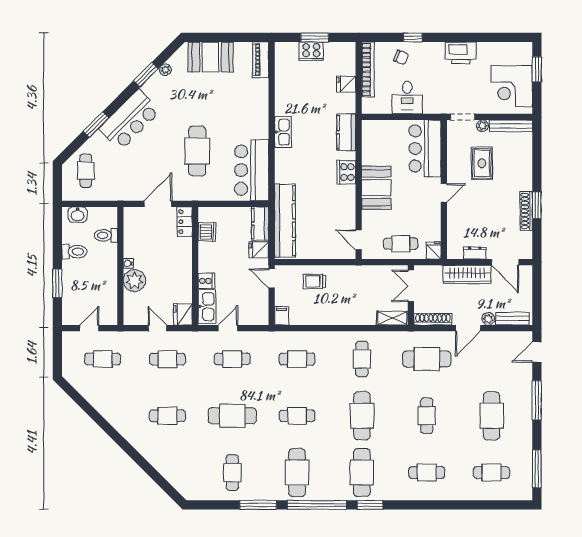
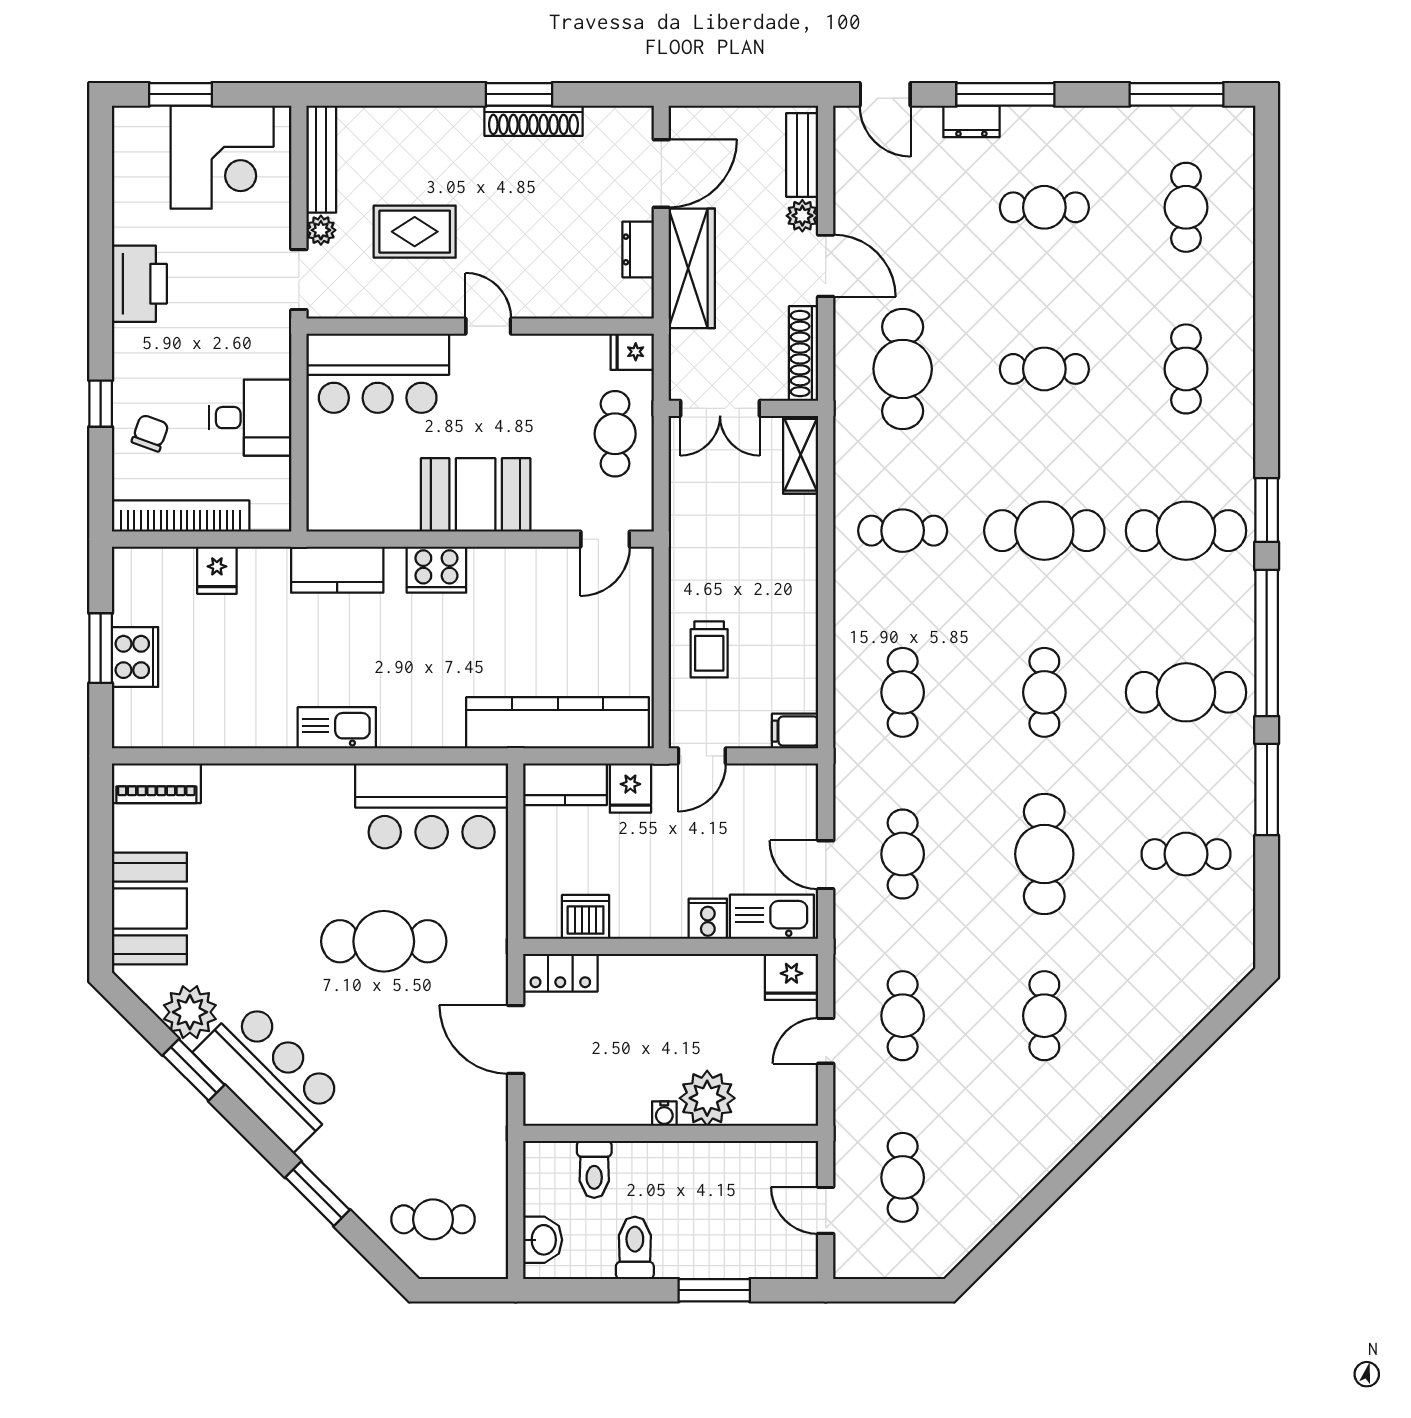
plant: (165, 70) -> (190, 1012), width x1.88, depth x1.88
bar counter: (130, 120) -> (271, 1075), moved
dresser: (526, 387) -> (971, 121), added
cafe table: (492, 416) -> (1044, 207), width x0.73, depth x0.74

